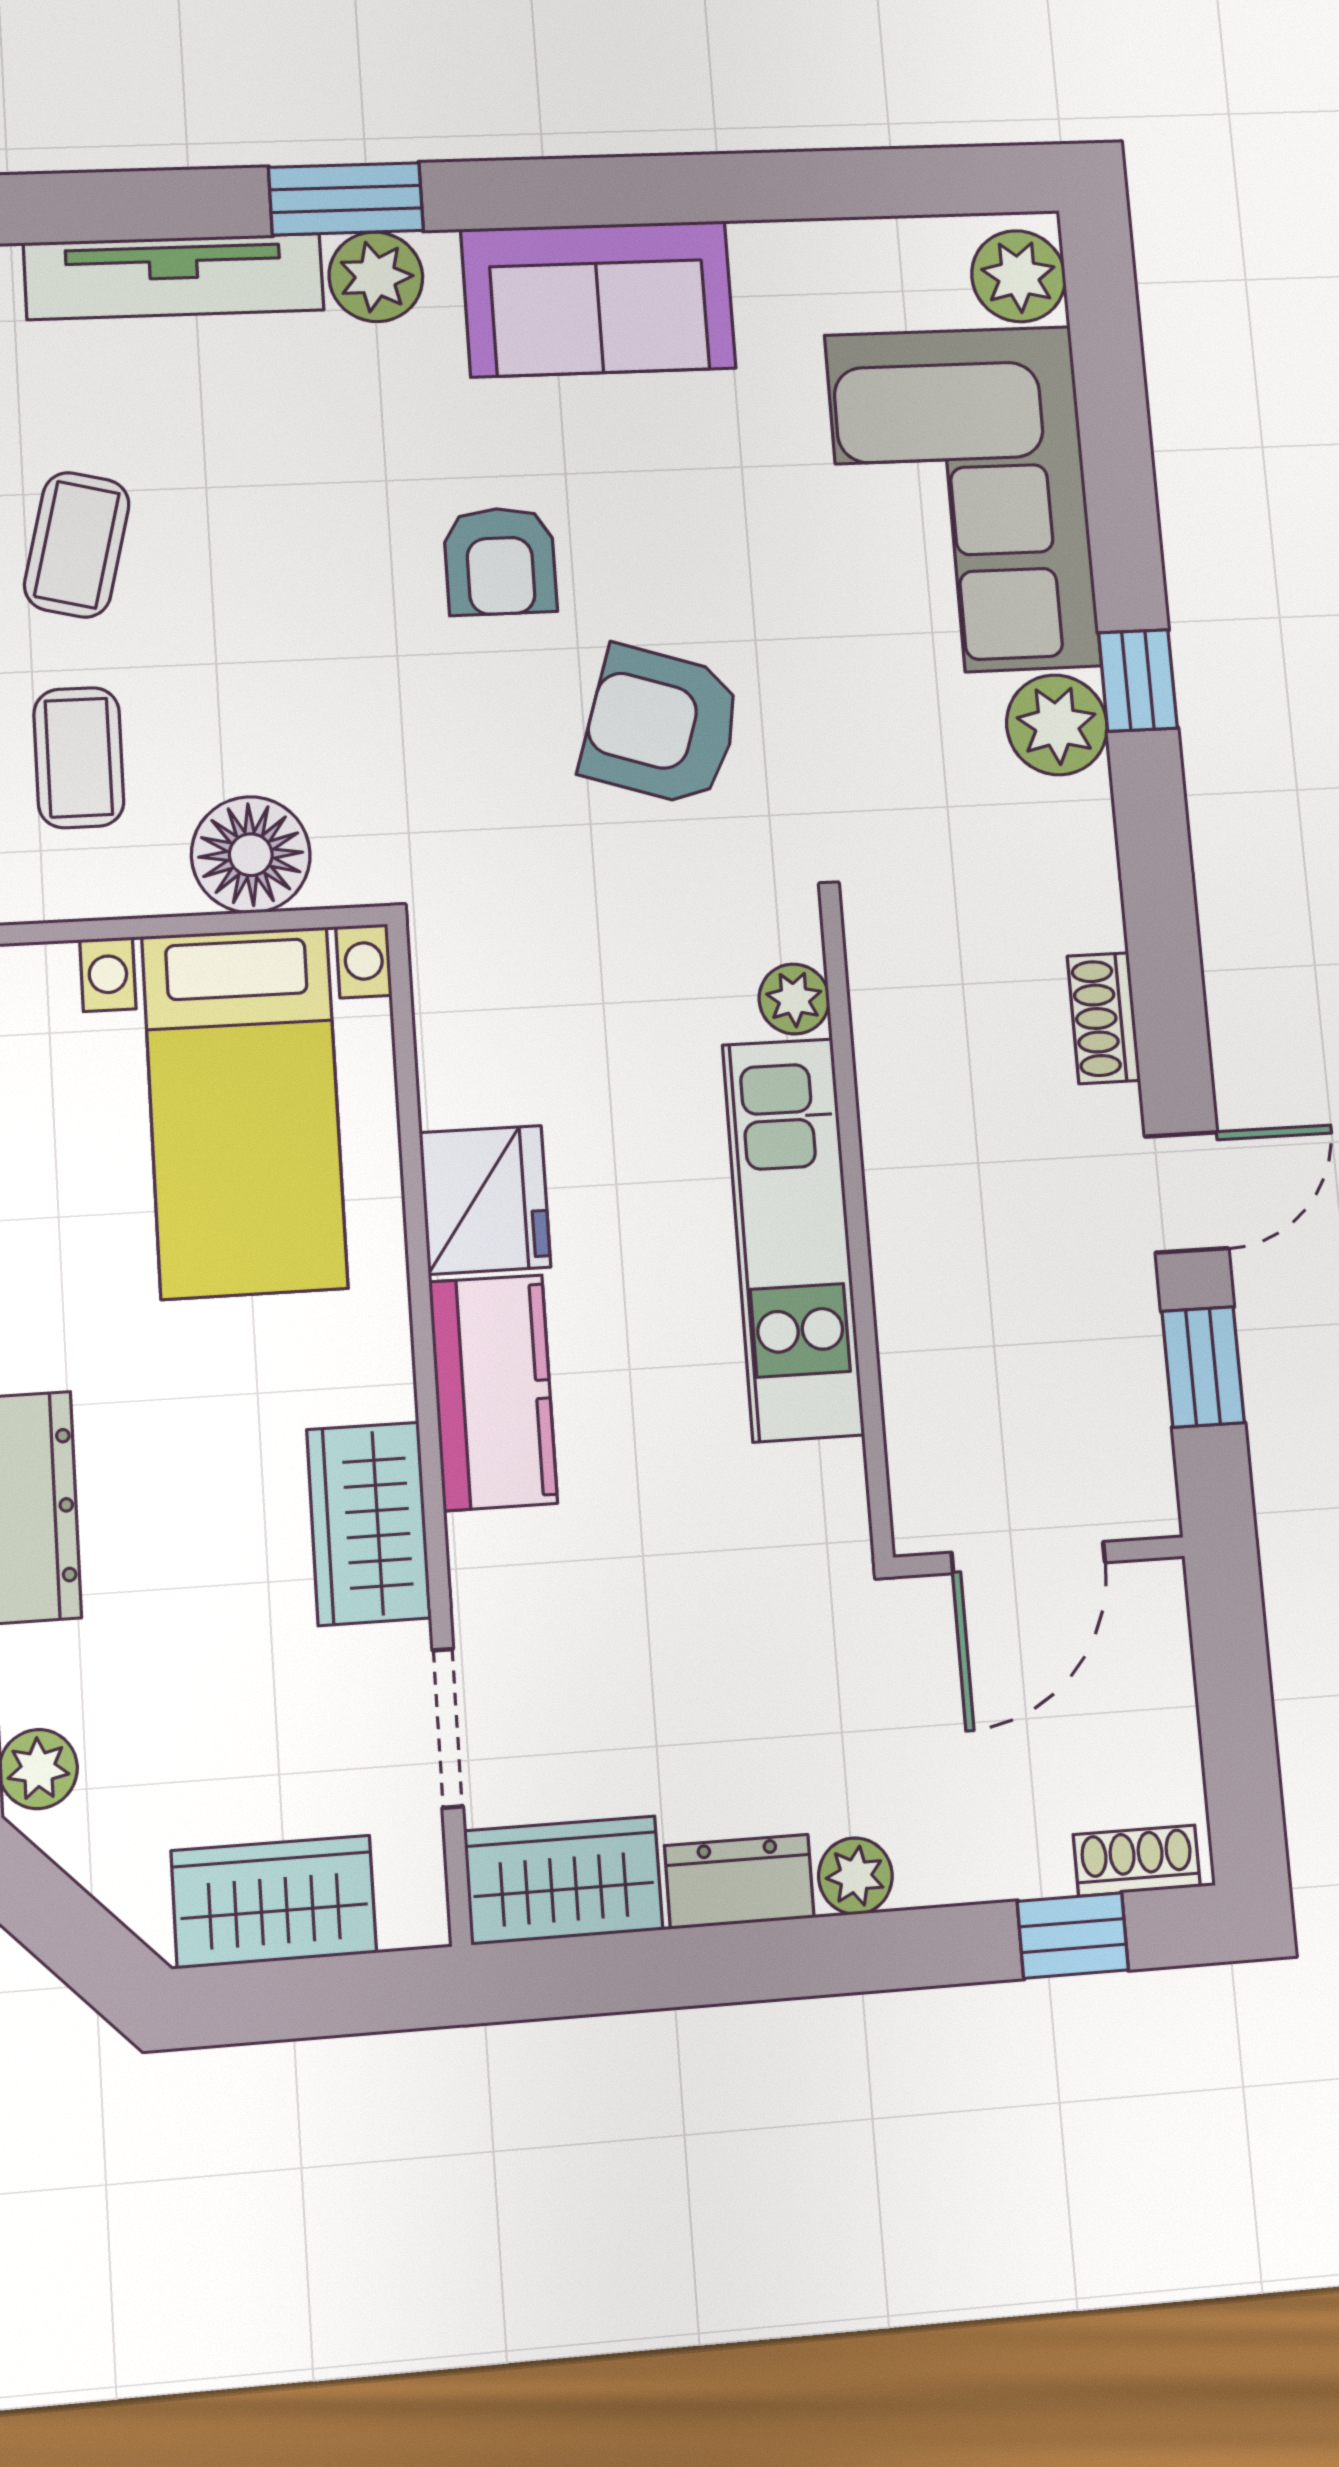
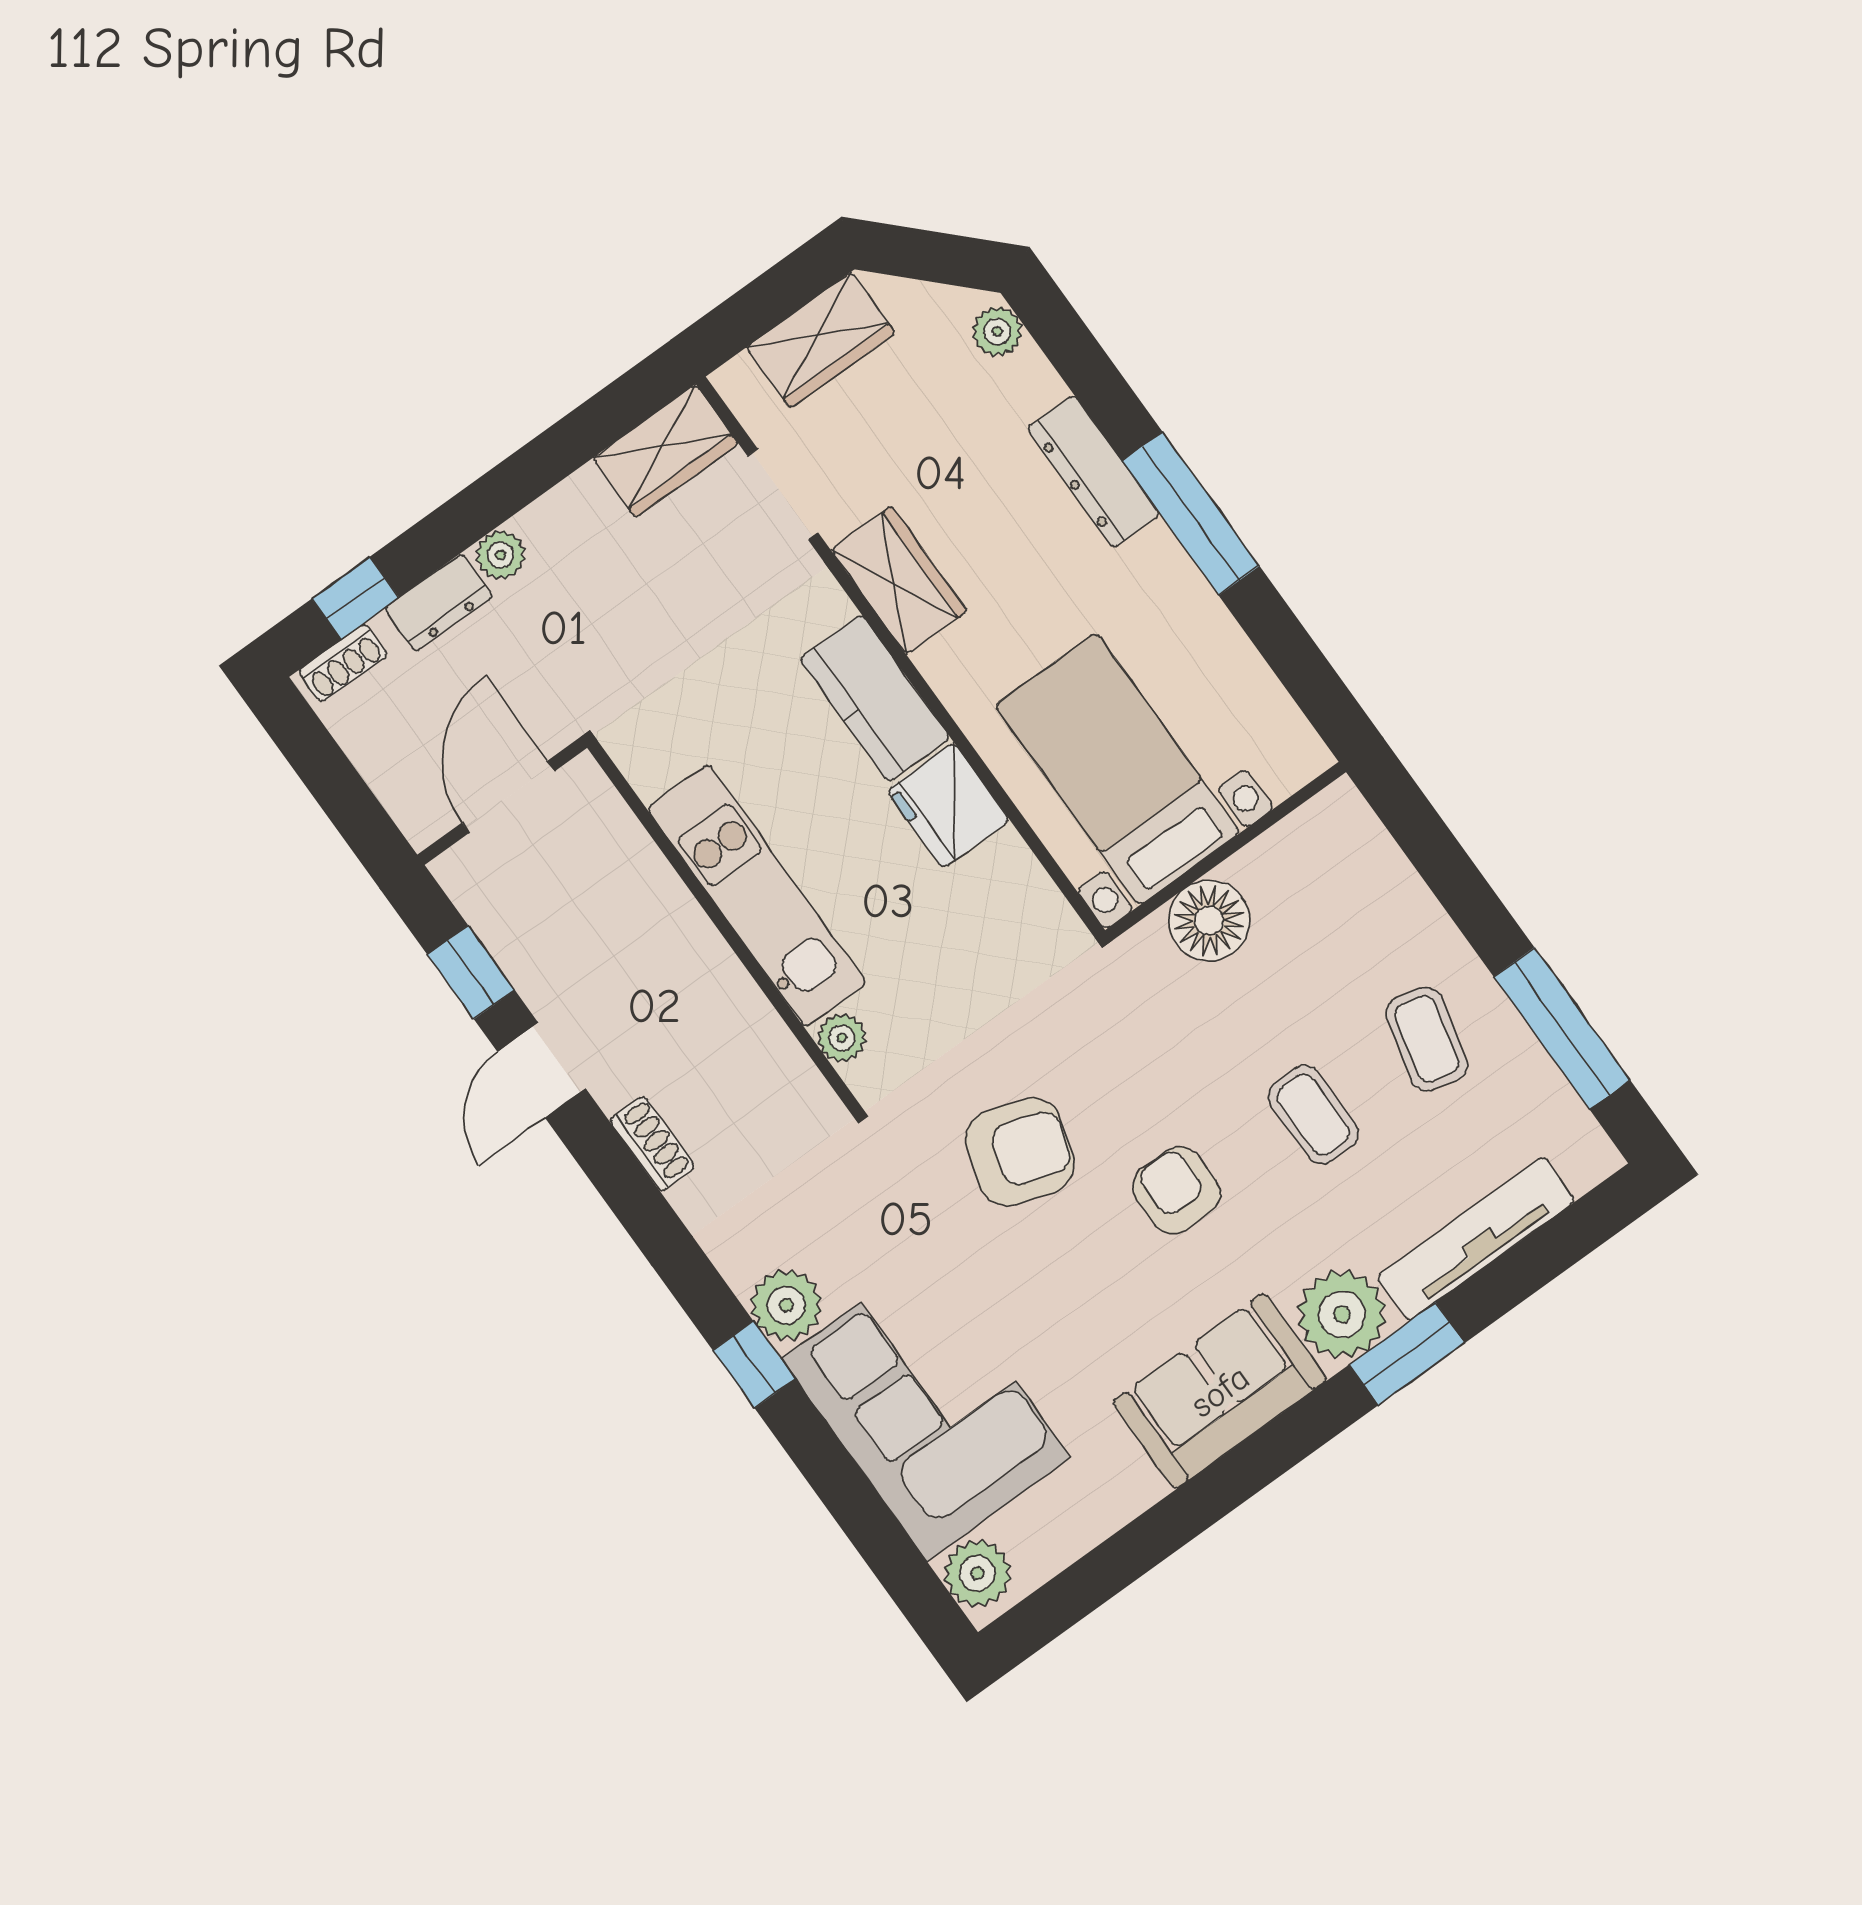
plant: (376, 277) -> (1342, 1314), width x1.36, depth x1.36
coffee table: (79, 758) -> (1313, 1115), moved
dresser: (739, 1882) -> (439, 602), moved

